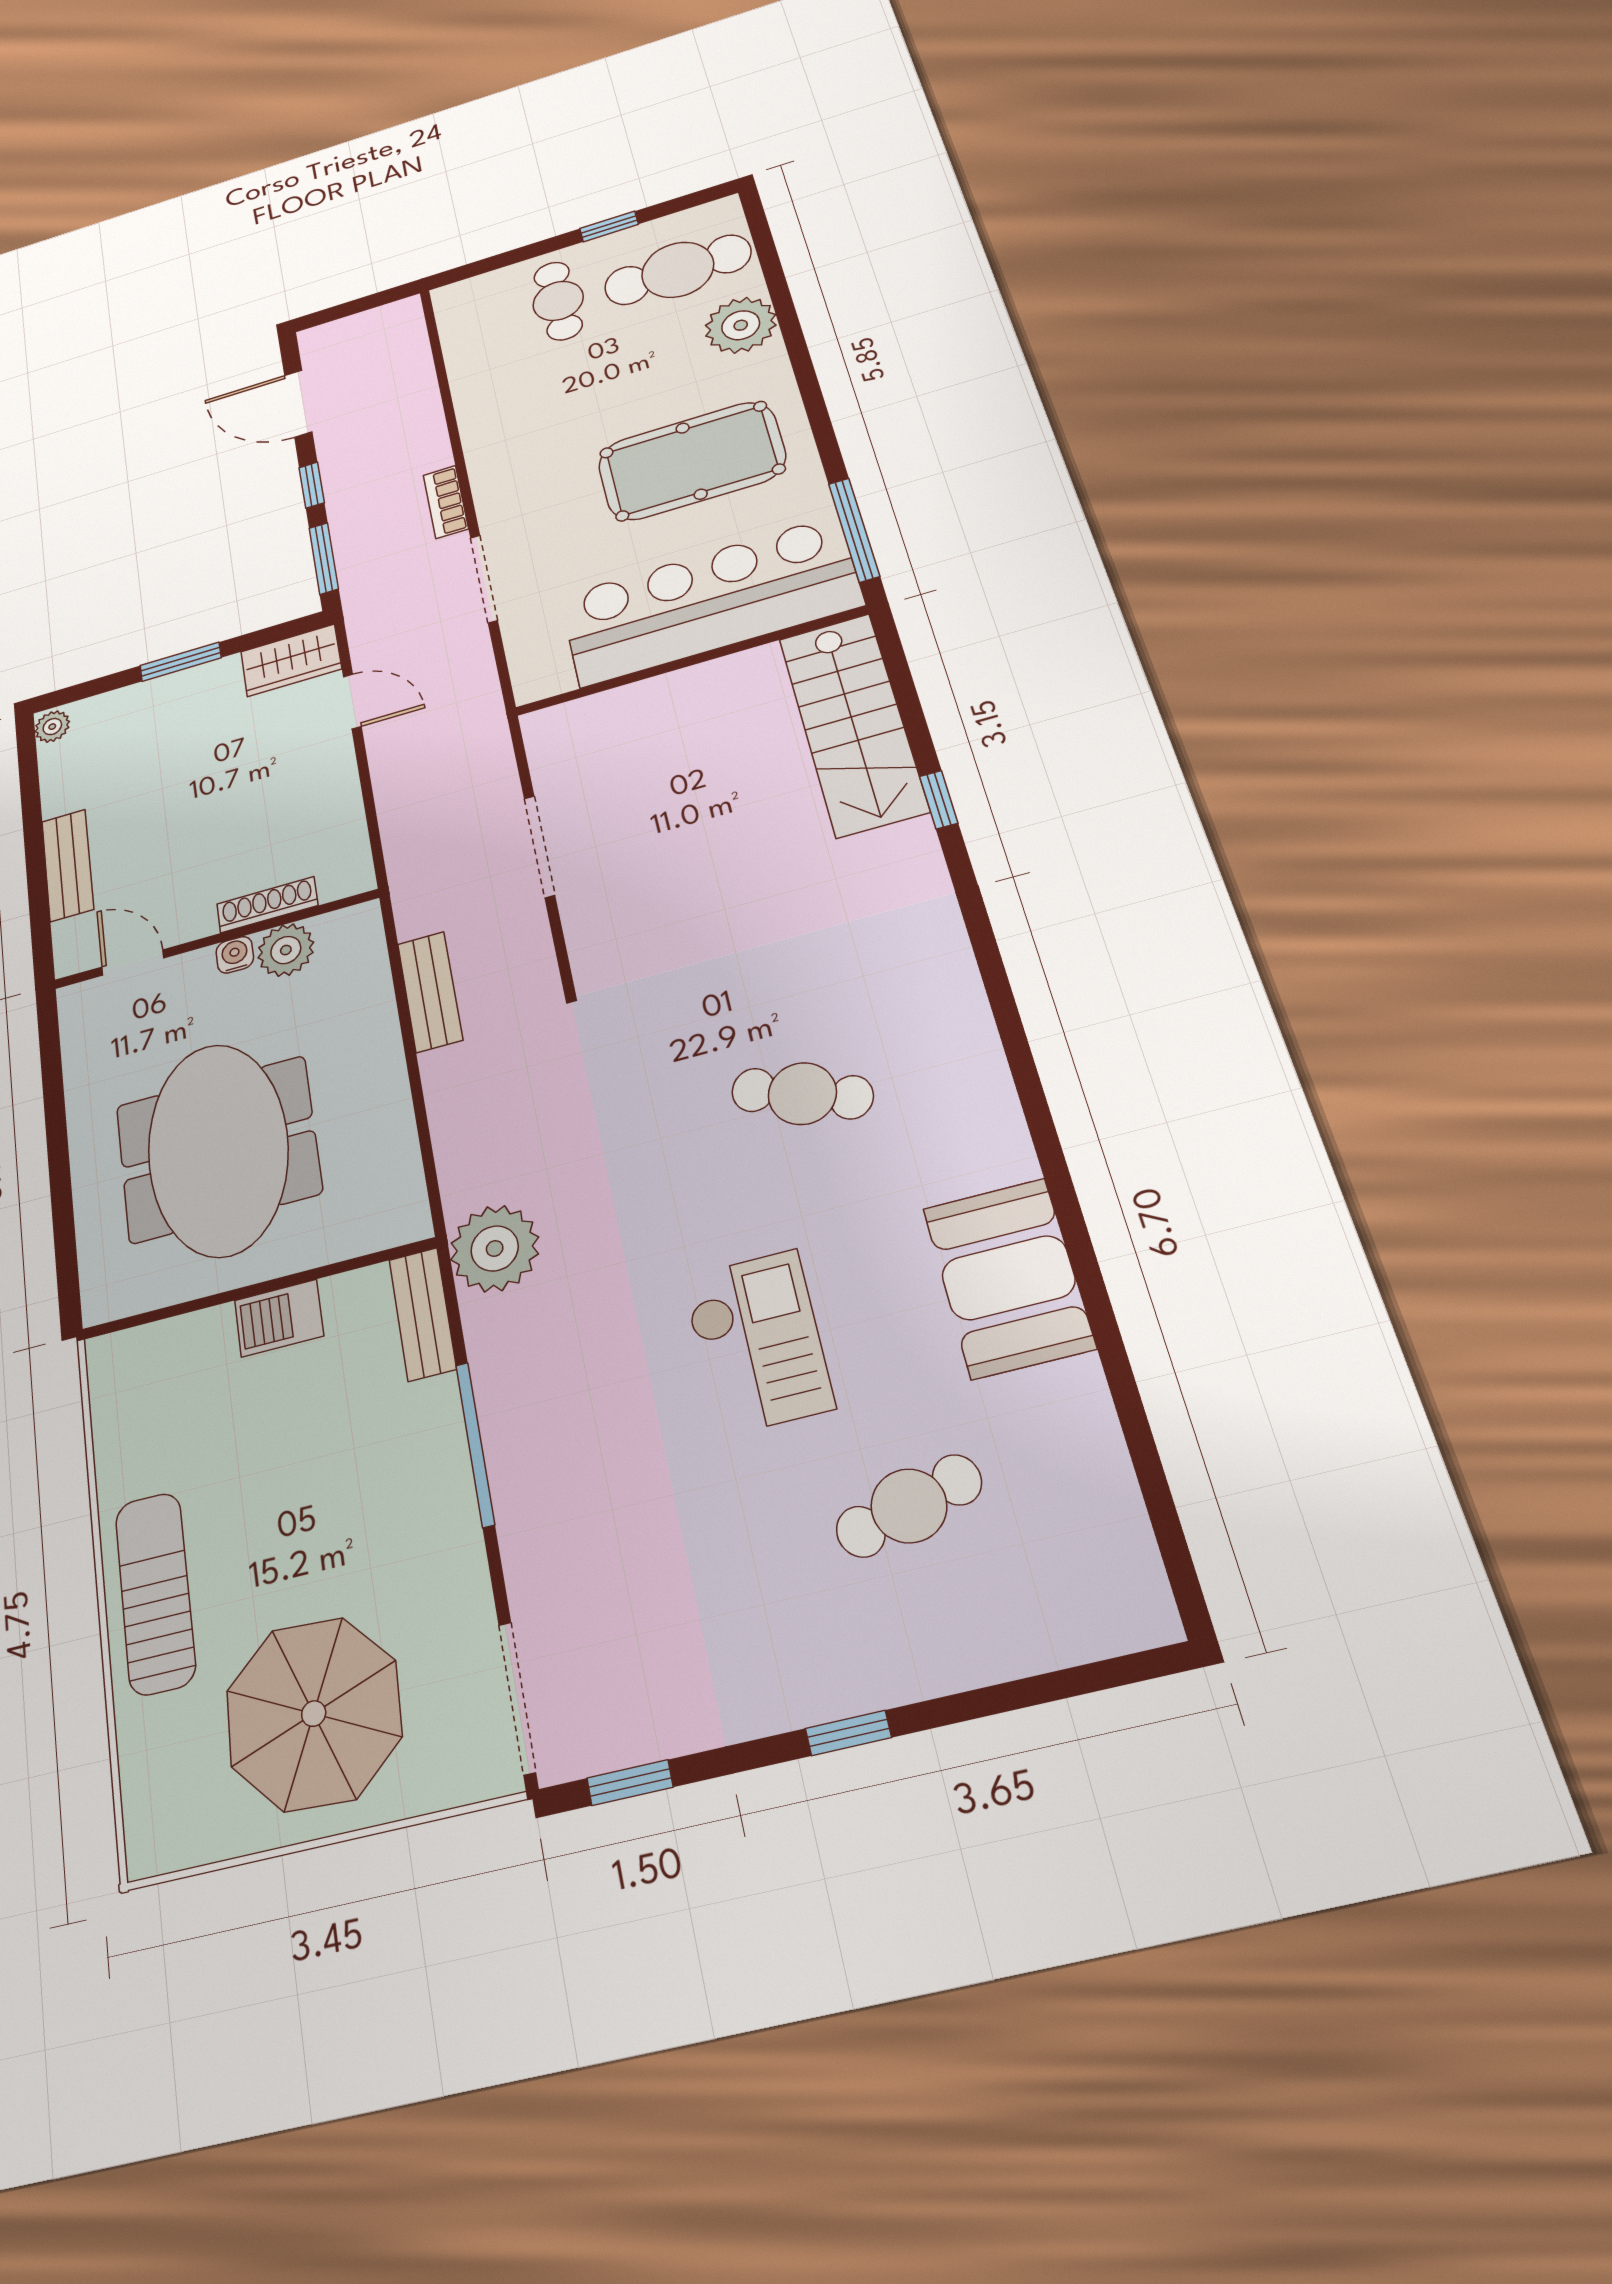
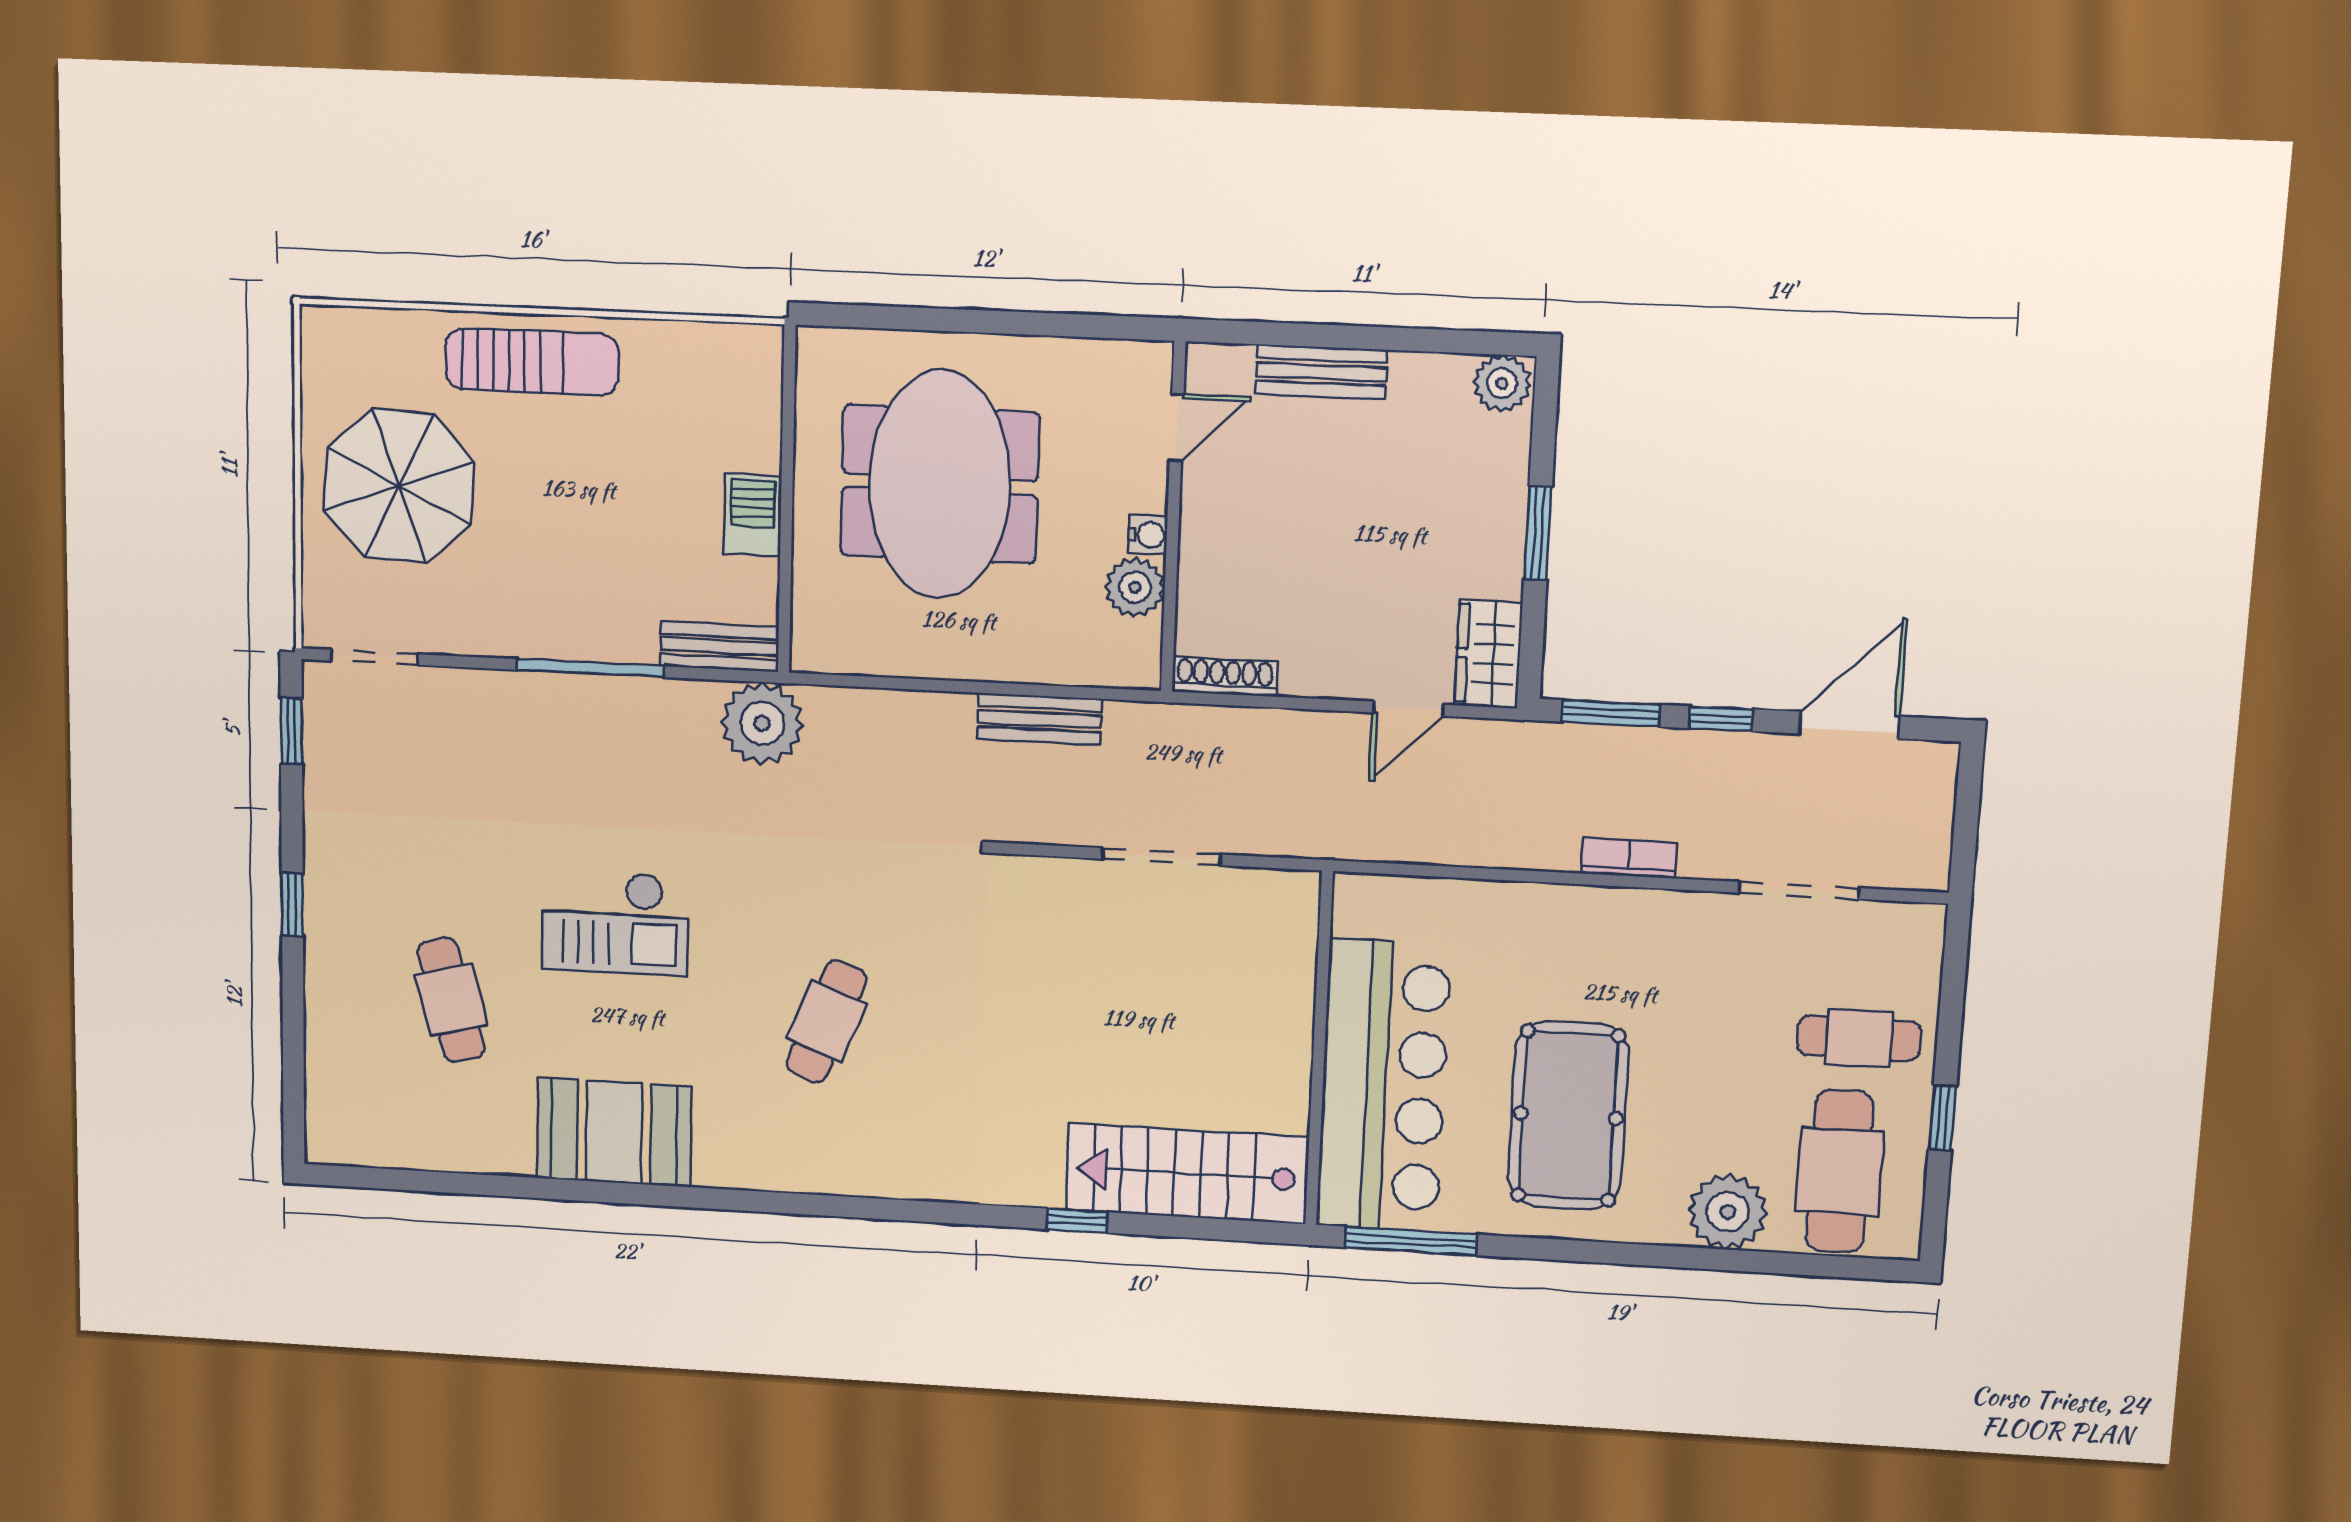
doorway: (484, 579) -> (1799, 890), moved
plant: (52, 727) -> (1502, 383), width x1.38, depth x1.38
shoe rack: (267, 905) -> (1225, 677), moved, turned -90
meeting table: (218, 1149) -> (940, 484), turned 90
doorway: (517, 1698) -> (374, 657), width x0.73

